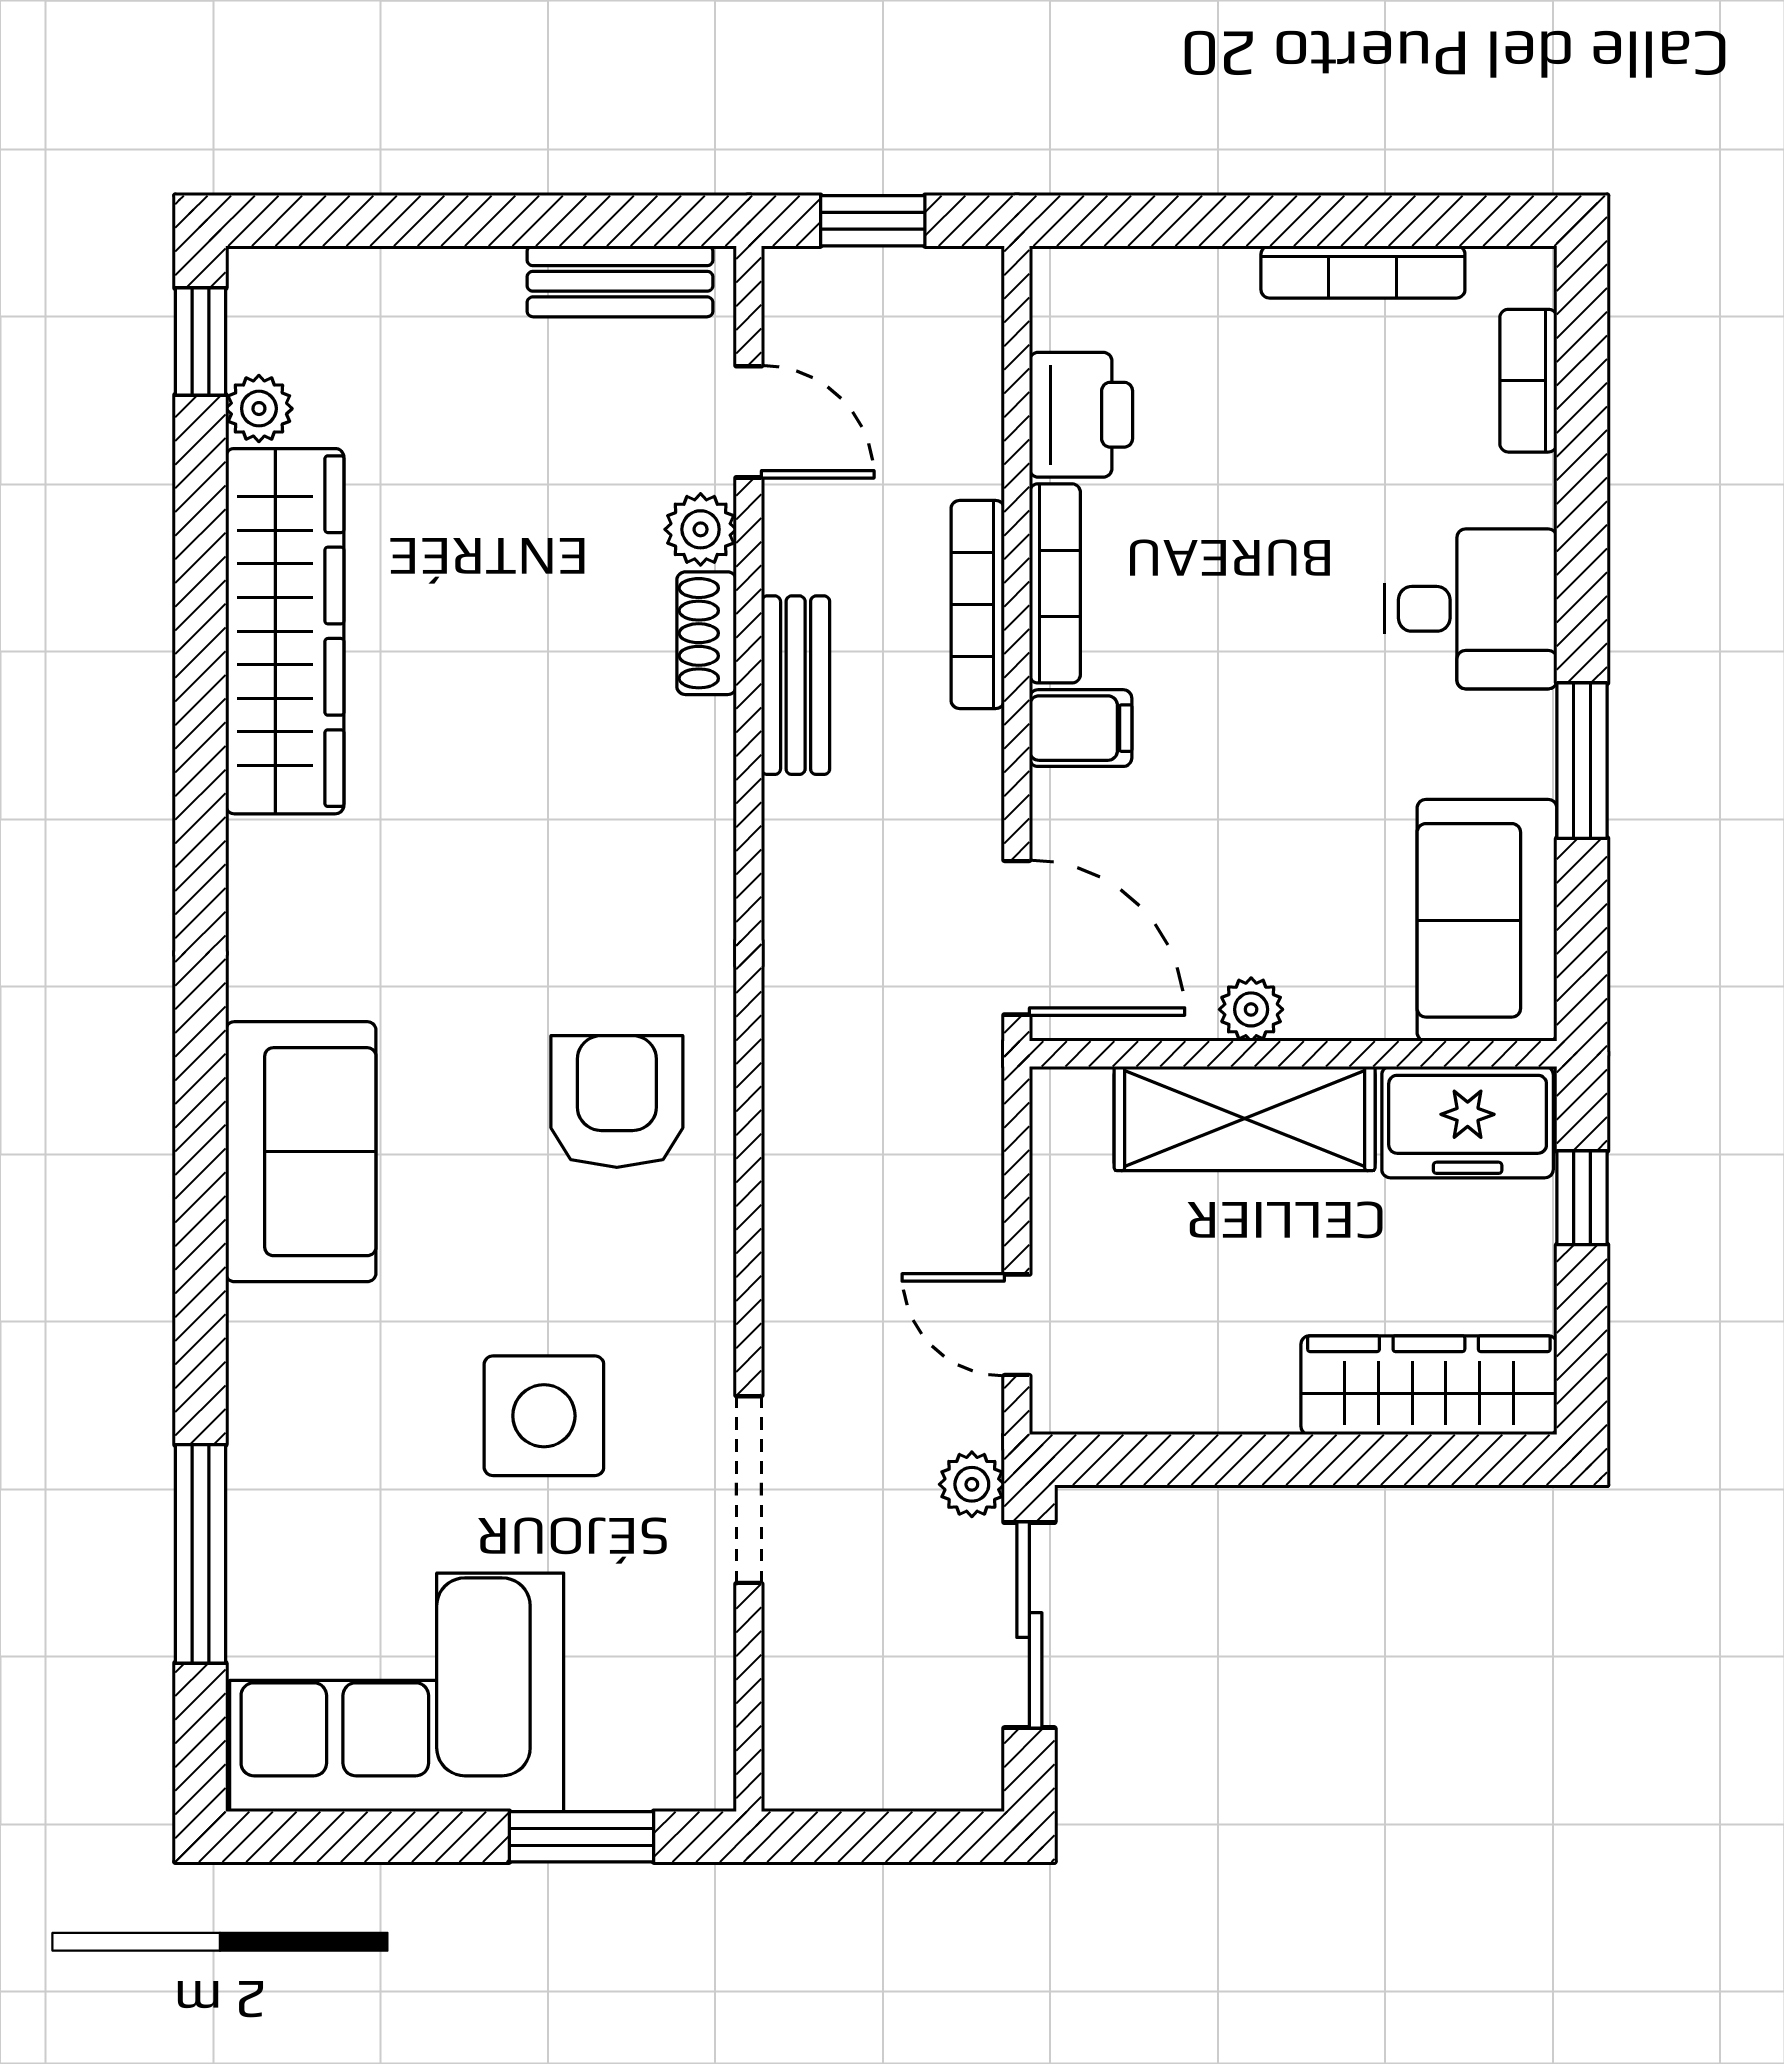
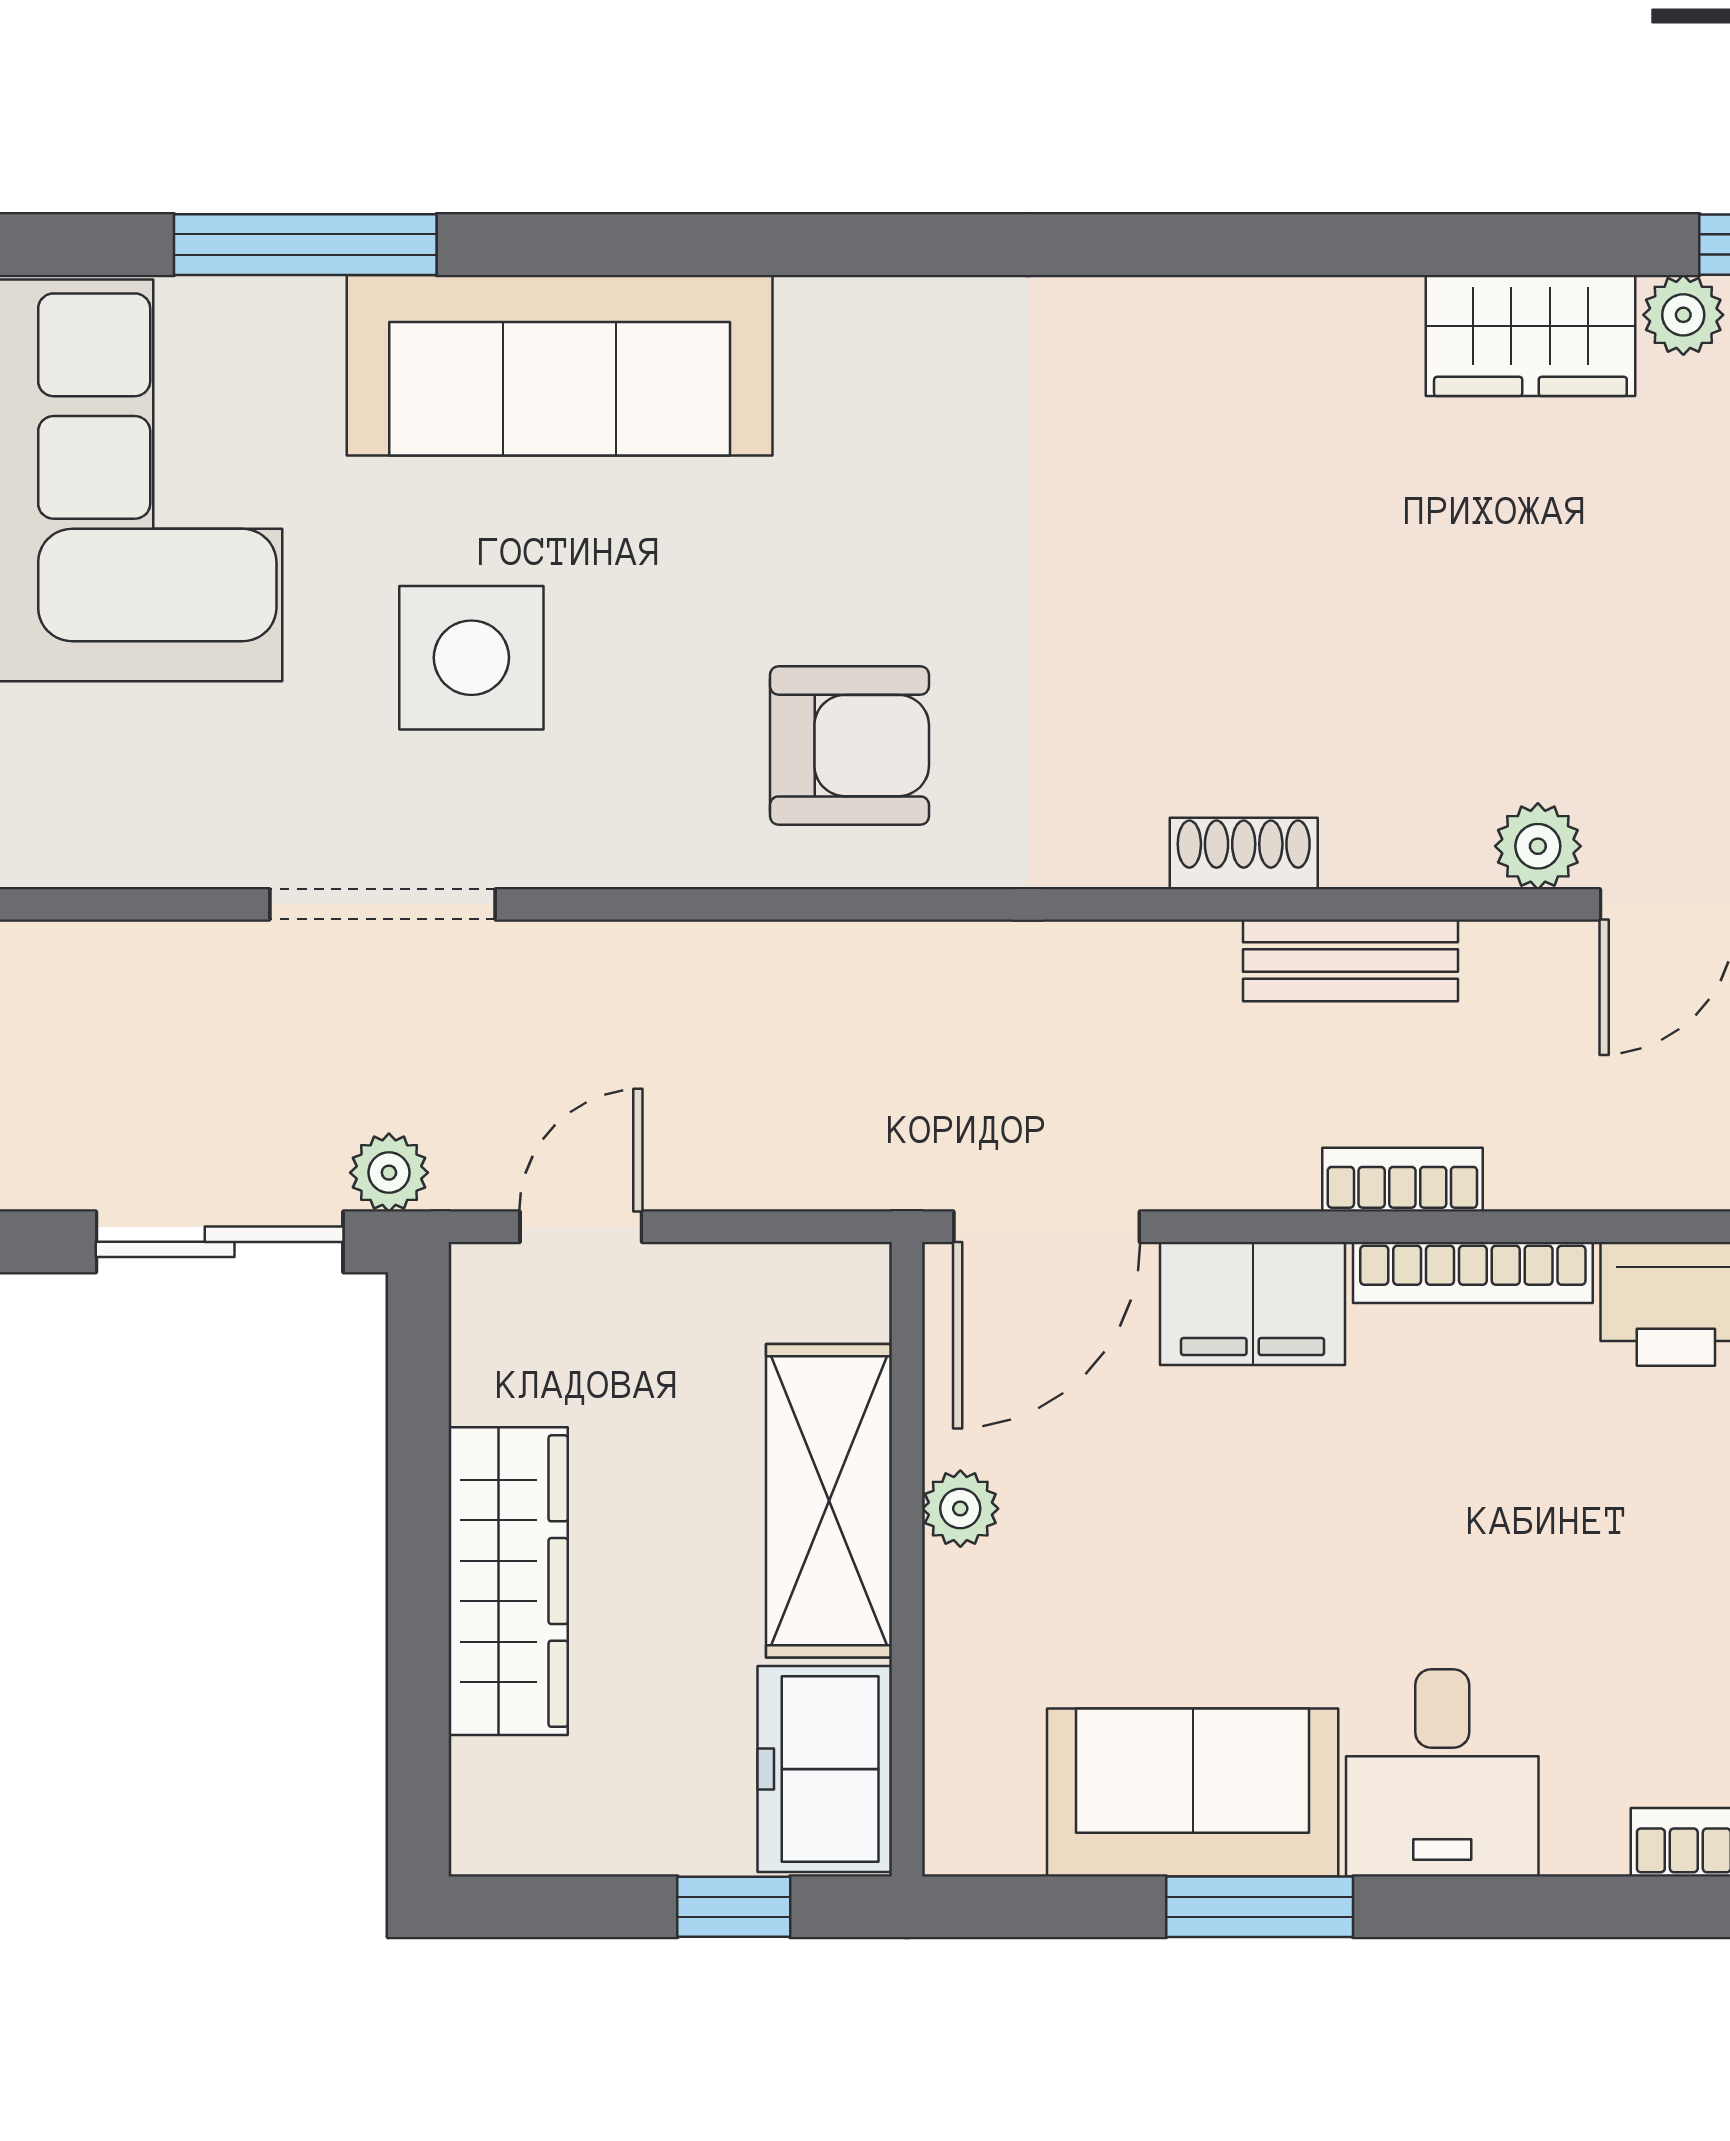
bookcase: (978, 604) -> (1402, 1180), width x0.64
wardrobe: (285, 631) -> (1530, 335), width x0.48, depth x0.85
shoe rack: (707, 633) -> (1244, 853), moved
filing cabinet: (1081, 728) -> (1253, 1303), width x2.00
sofa: (1487, 920) -> (1193, 1792), moved
sofa: (301, 1152) -> (560, 365), moved, width x1.36
wardrobe: (1429, 1385) -> (508, 1581), moved

